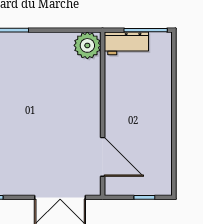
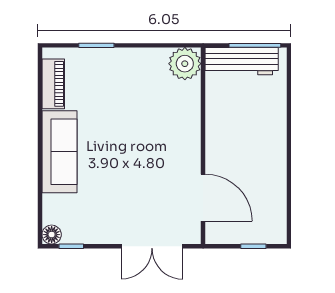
workbench: (126, 43) -> (242, 61), width x1.38

